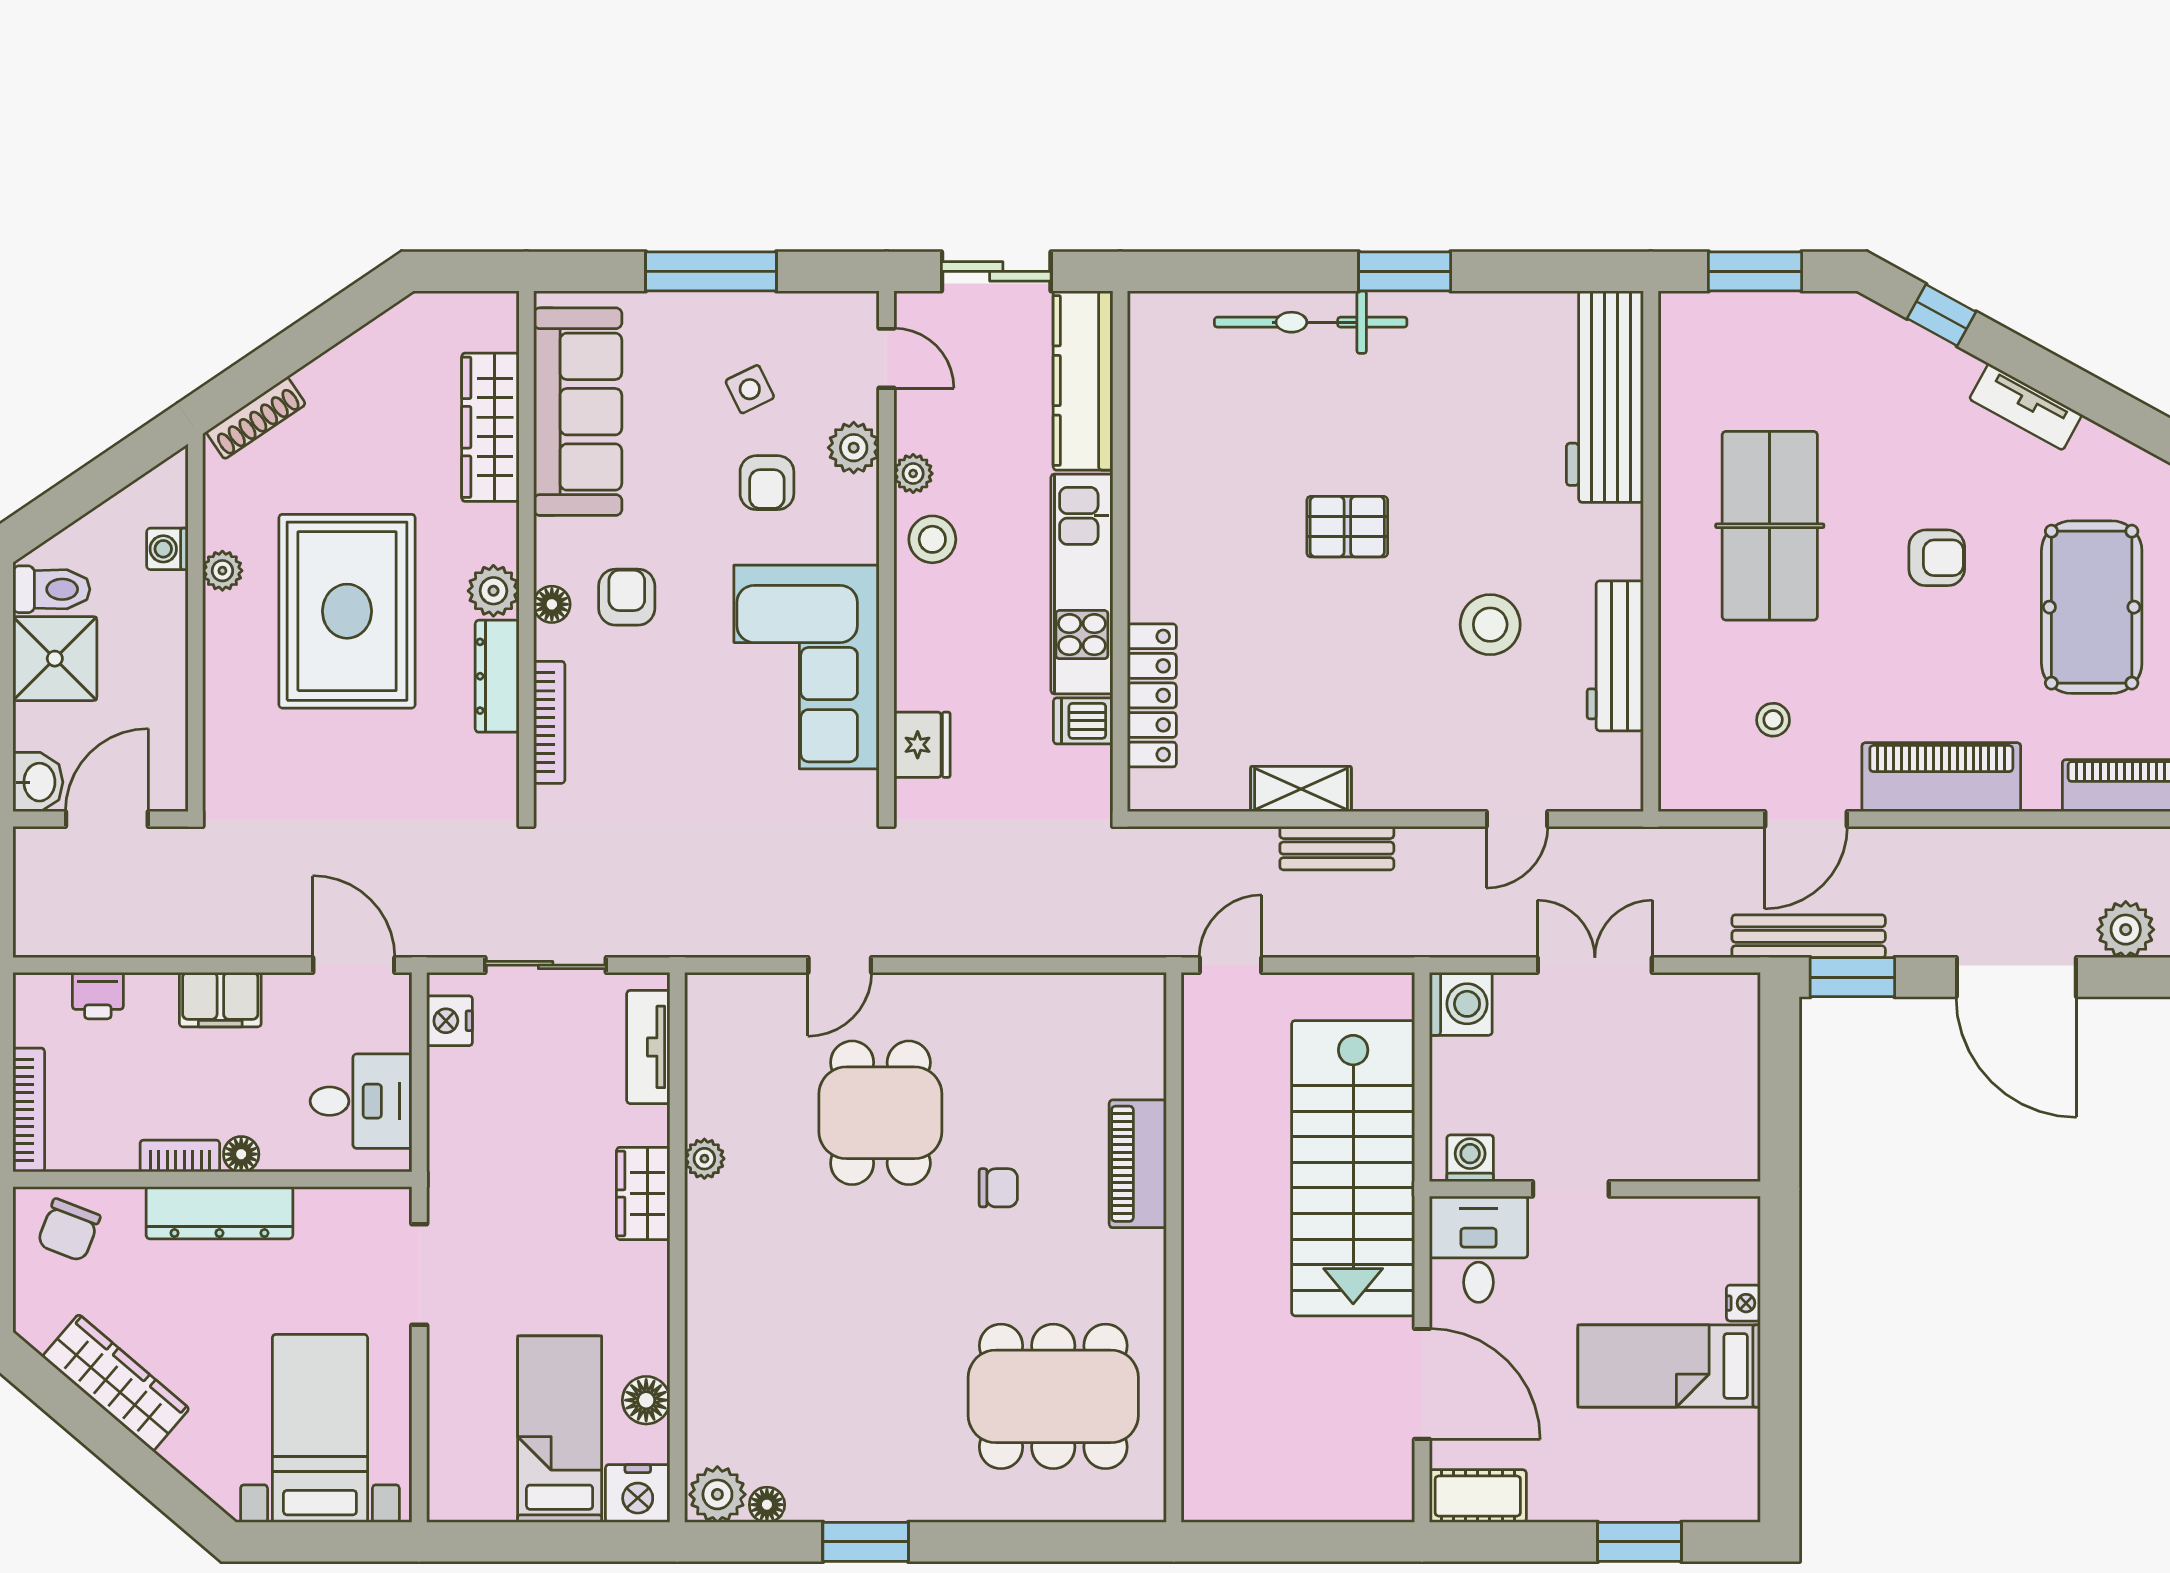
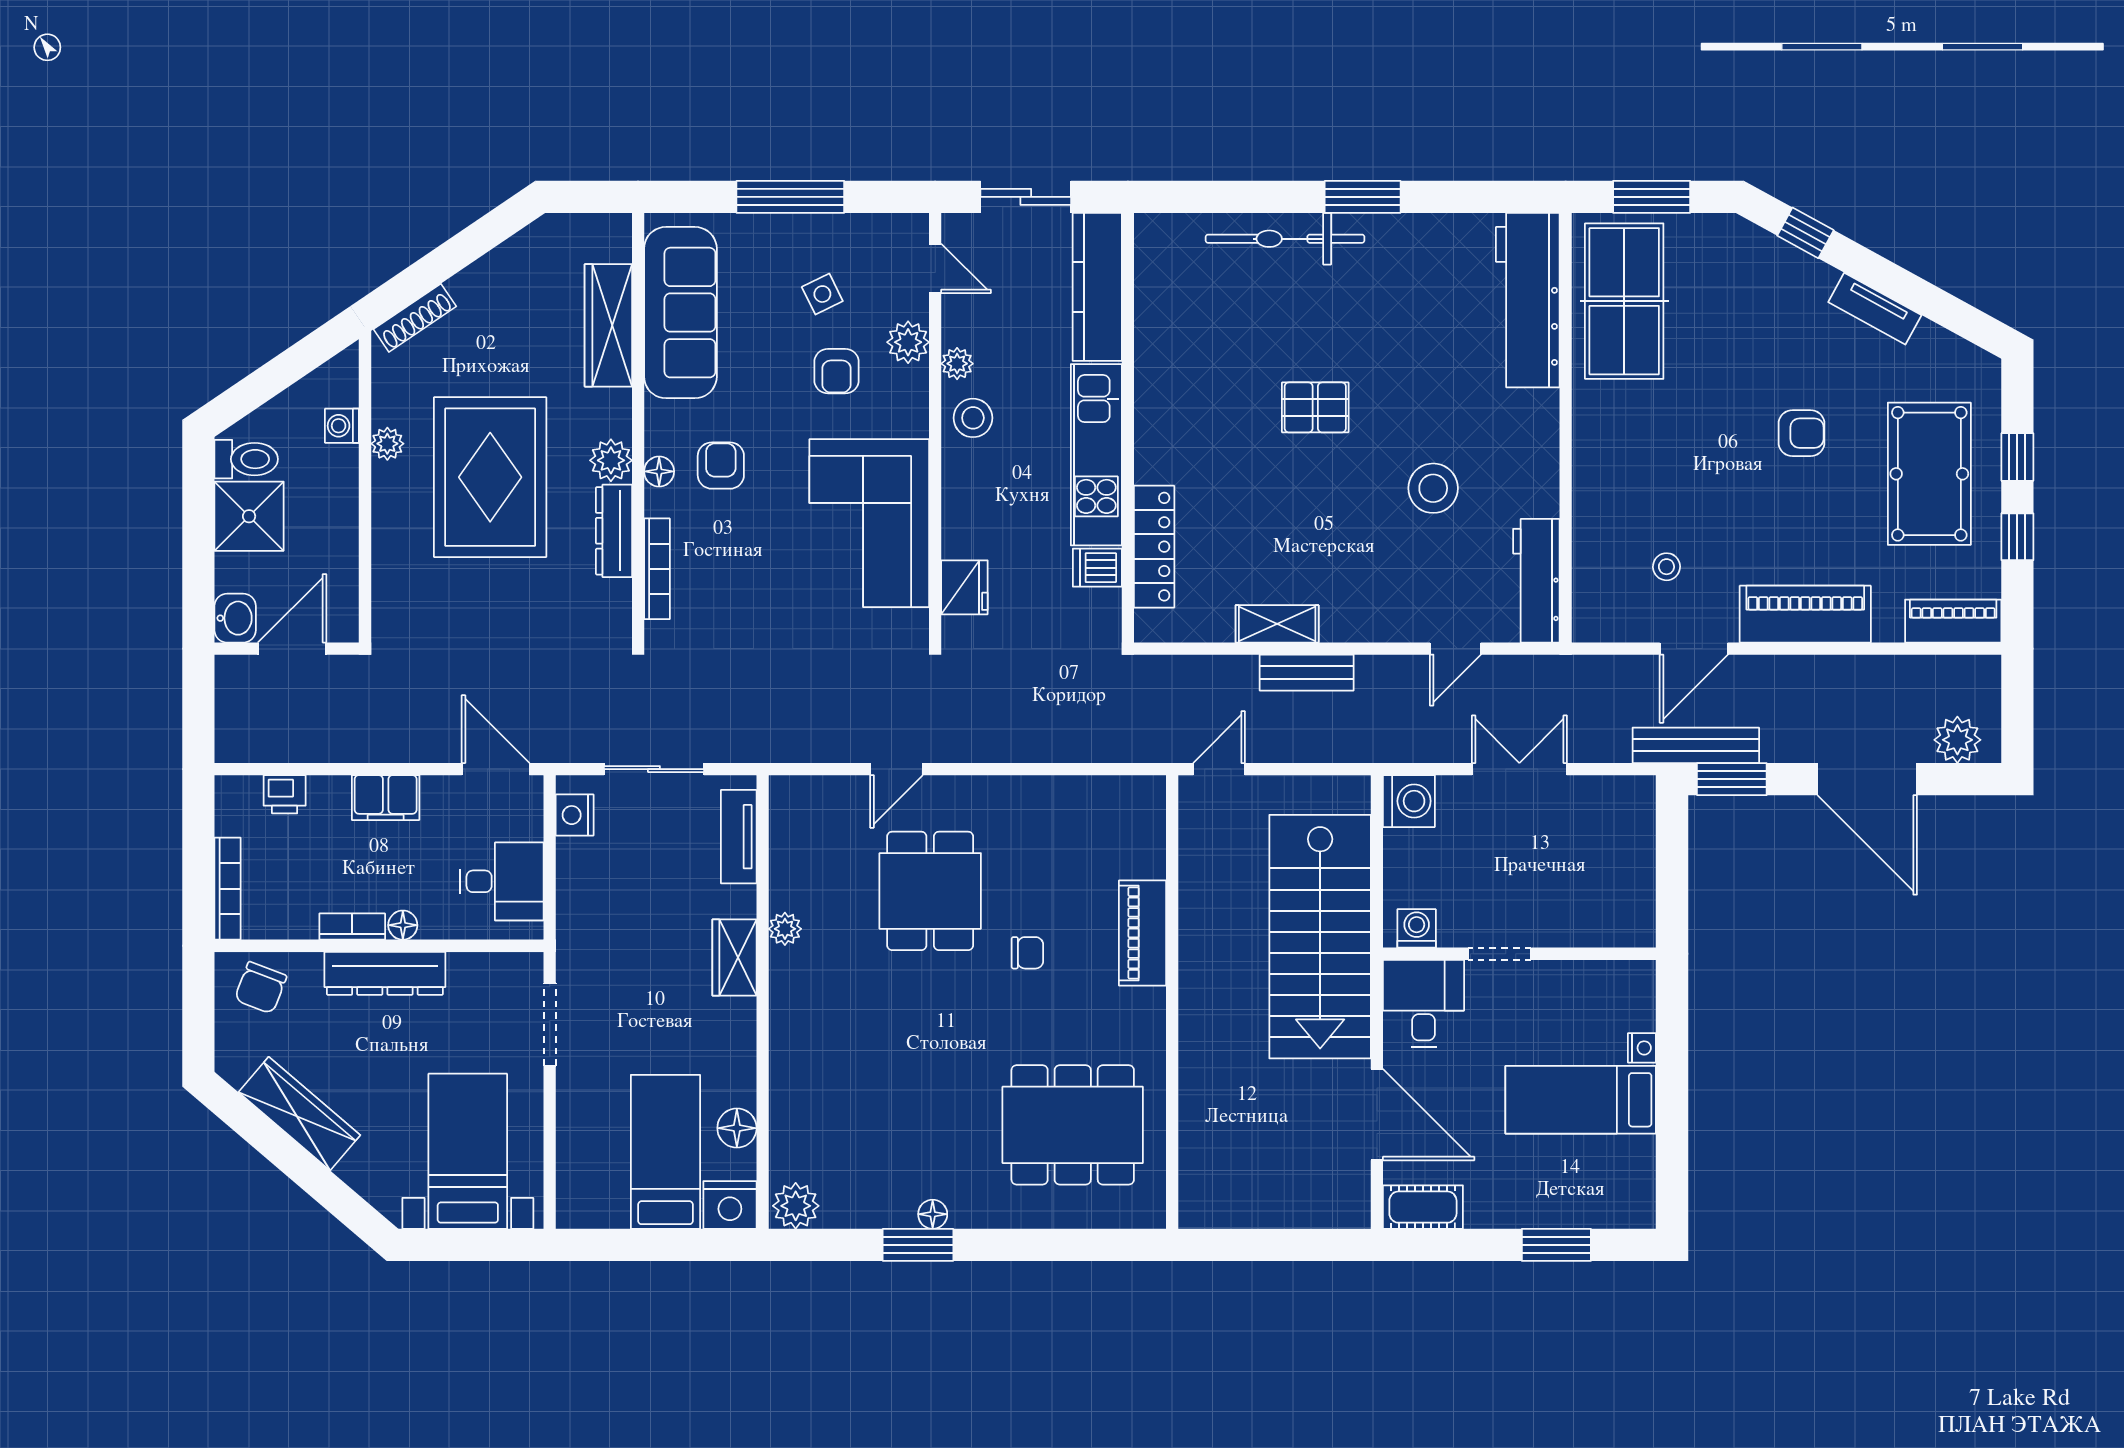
table tennis table: (1770, 526) -> (1624, 301), moved
workbench: (1615, 656) -> (1536, 581), moved
floor lamp: (767, 1505) -> (933, 1214), moved

